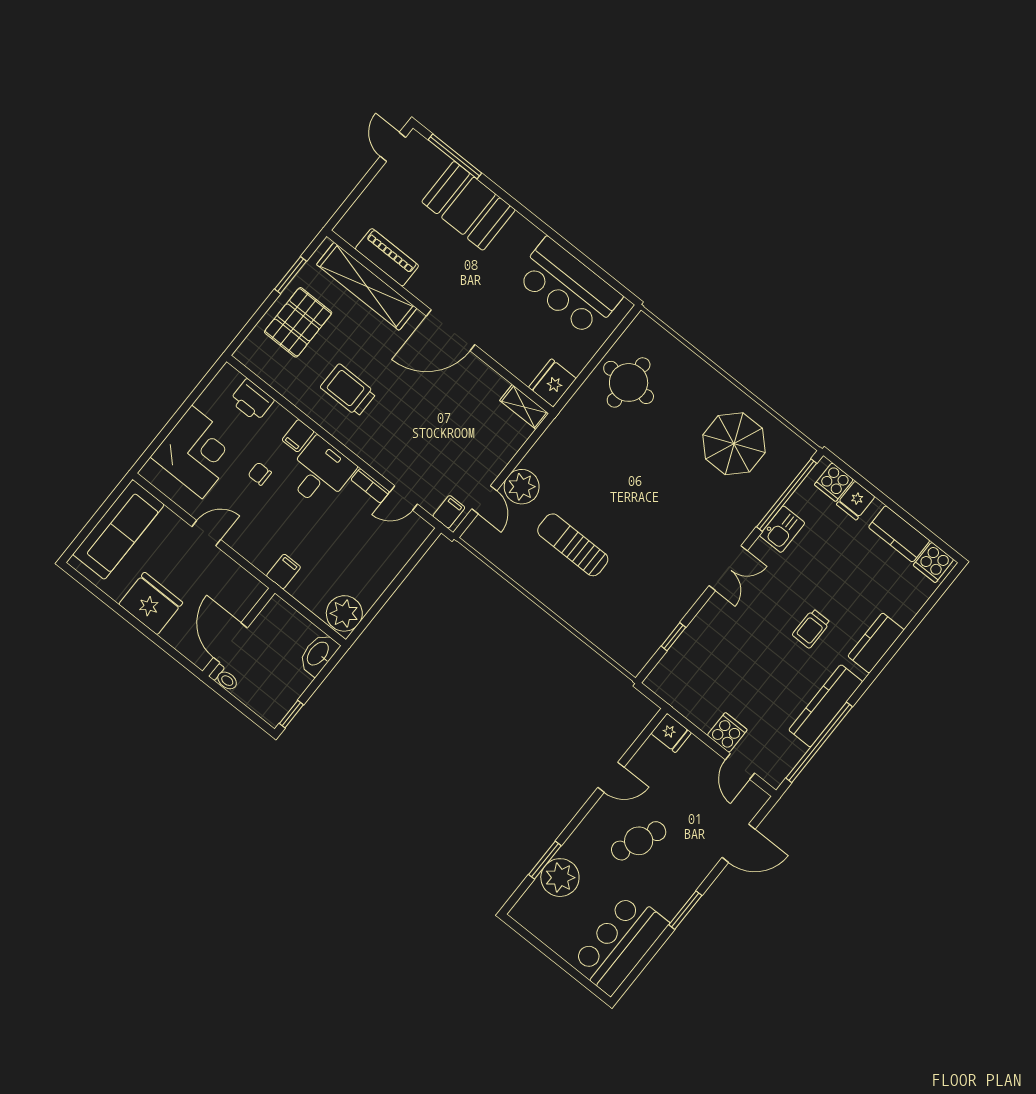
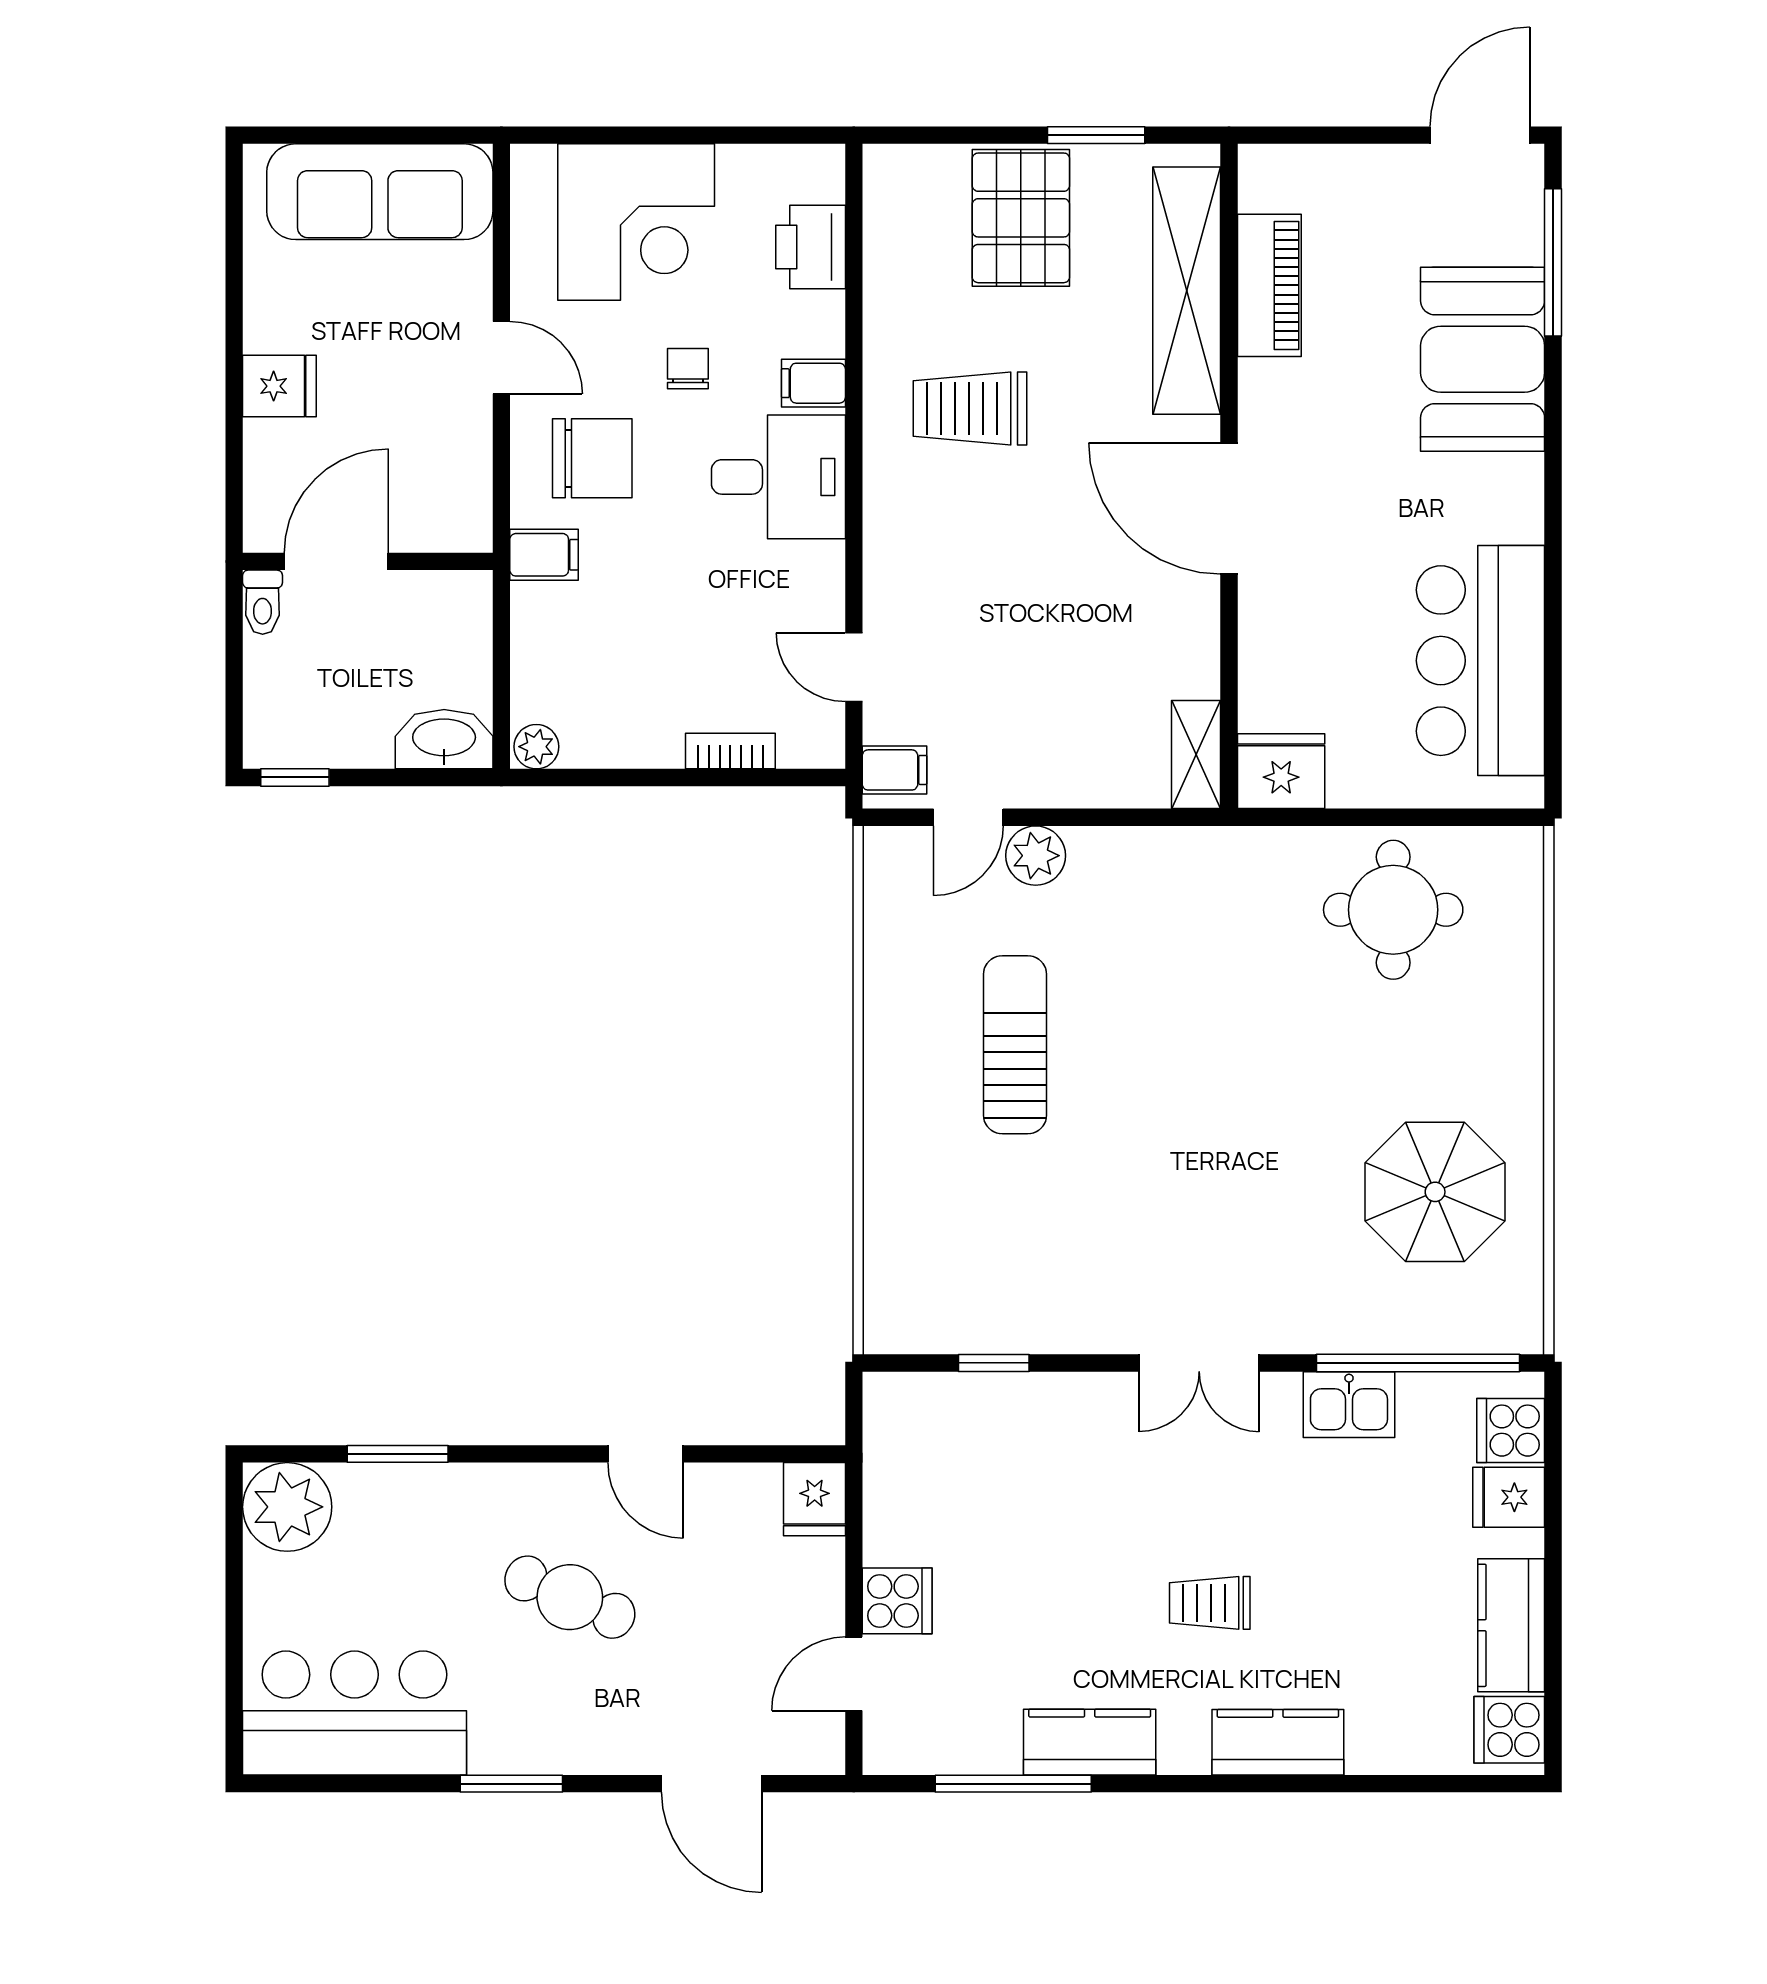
door: (393, 147) -> (1480, 135), width x1.38
pallet: (298, 322) -> (1021, 218), turned 90
trolley: (348, 390) -> (970, 409), turned -90
bookcase: (370, 486) -> (730, 751), moved, turned 90
plant: (522, 487) -> (1036, 856), width x0.73, depth x0.73
chair: (264, 530) -> (592, 458), added
fridge: (151, 603) -> (279, 386), width x0.53, depth x0.75
plant: (344, 613) -> (536, 747), width x0.53, depth x0.53
kitchen counter: (826, 706) -> (1090, 1742), width x0.67
window: (819, 742) -> (1013, 1784), width x0.68
plant: (560, 878) -> (287, 1507), moved

